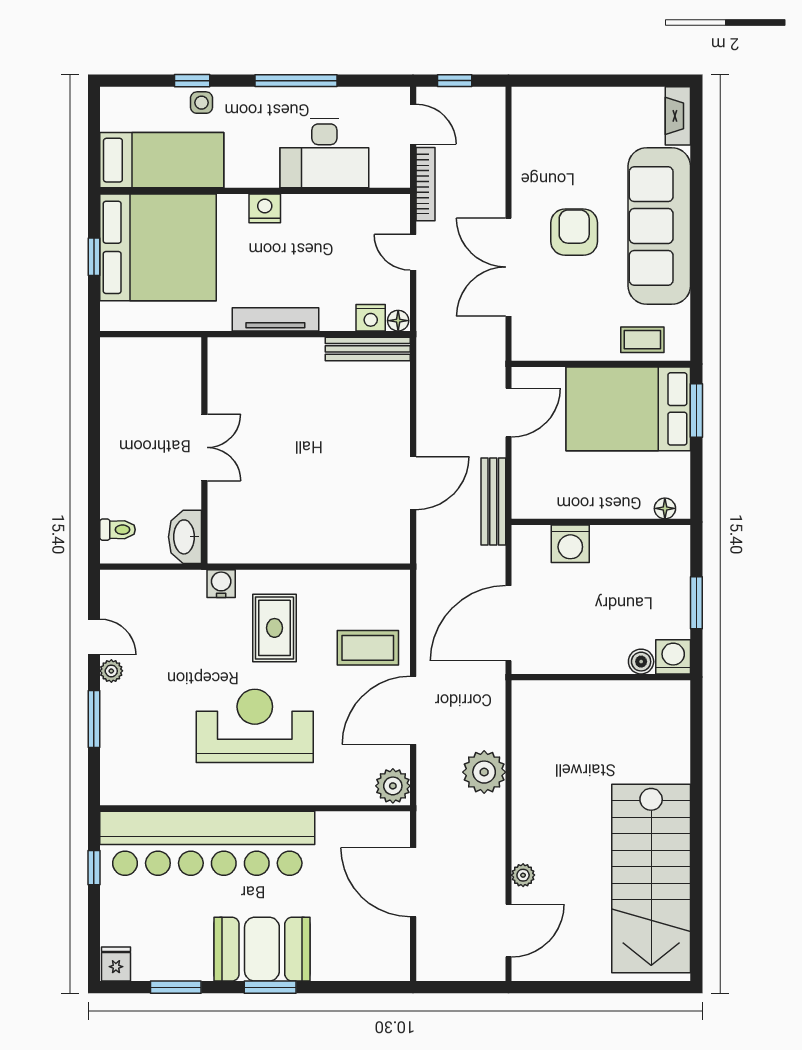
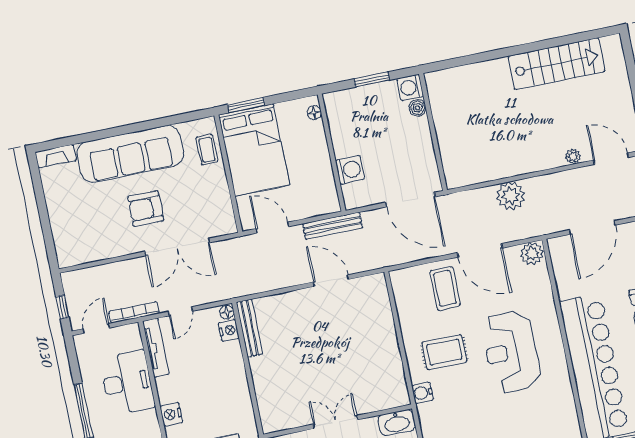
tv unit: (275, 319) -> (156, 348), moved, turned 180
stairs: (651, 879) -> (556, 64), width x0.73, depth x0.66

